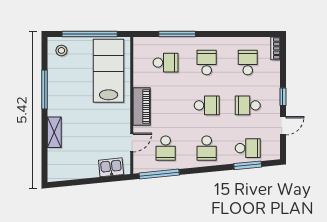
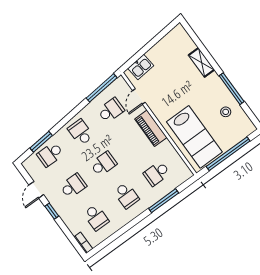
stool: (61, 50) -> (226, 112), moved
school desk: (207, 105) -> (103, 164), turned 180
school desk: (166, 148) -> (111, 110), turned 90

